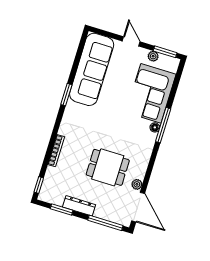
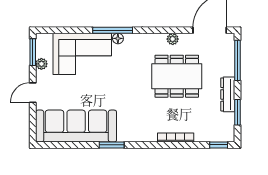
dining table: (108, 167) -> (177, 76), width x1.38
plant: (137, 184) -> (173, 39), moved

